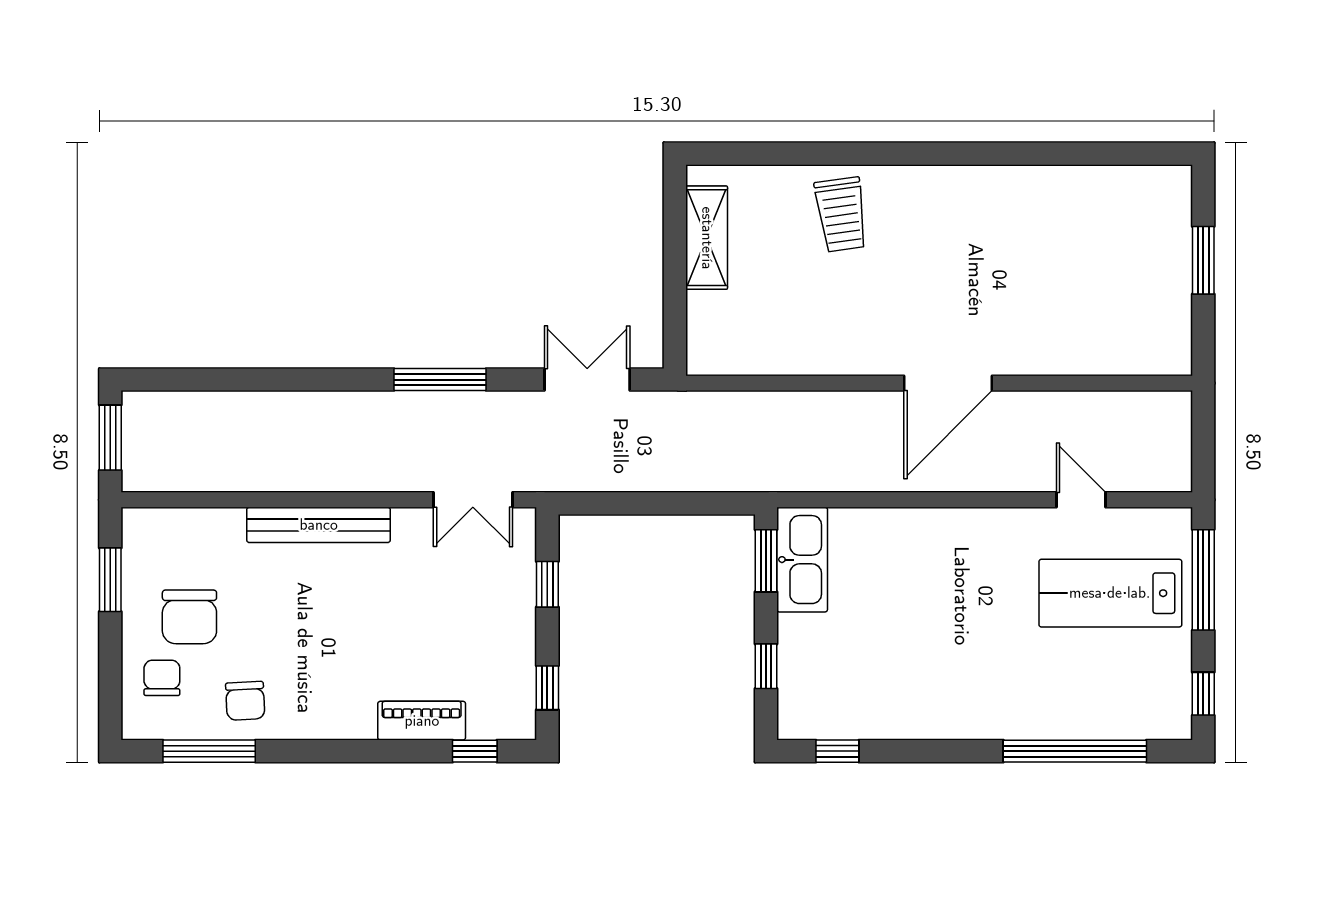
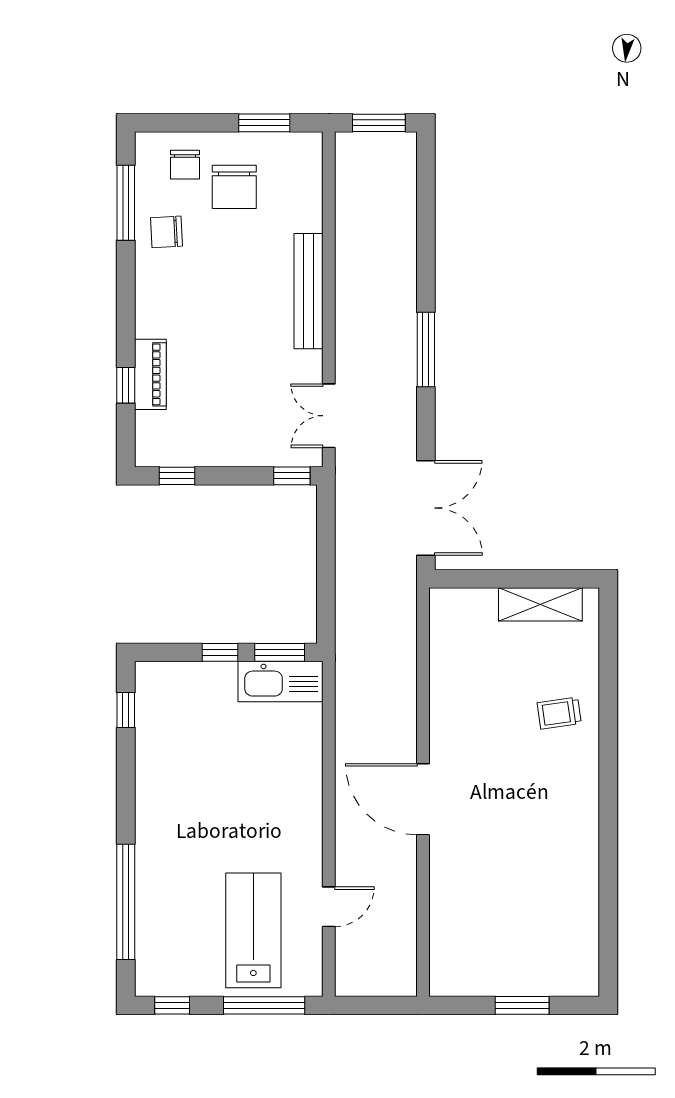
trolley: (841, 214) -> (559, 713), width x0.73, depth x0.72
window: (440, 380) -> (426, 349), moved
double door: (587, 380) -> (426, 508), width x1.37
window: (547, 584) -> (292, 476), moved
chair: (189, 617) -> (234, 187), turned -90
window: (766, 666) -> (220, 652), moved
chair: (162, 678) -> (185, 165), turned 90
window: (475, 751) -> (126, 385), moved

